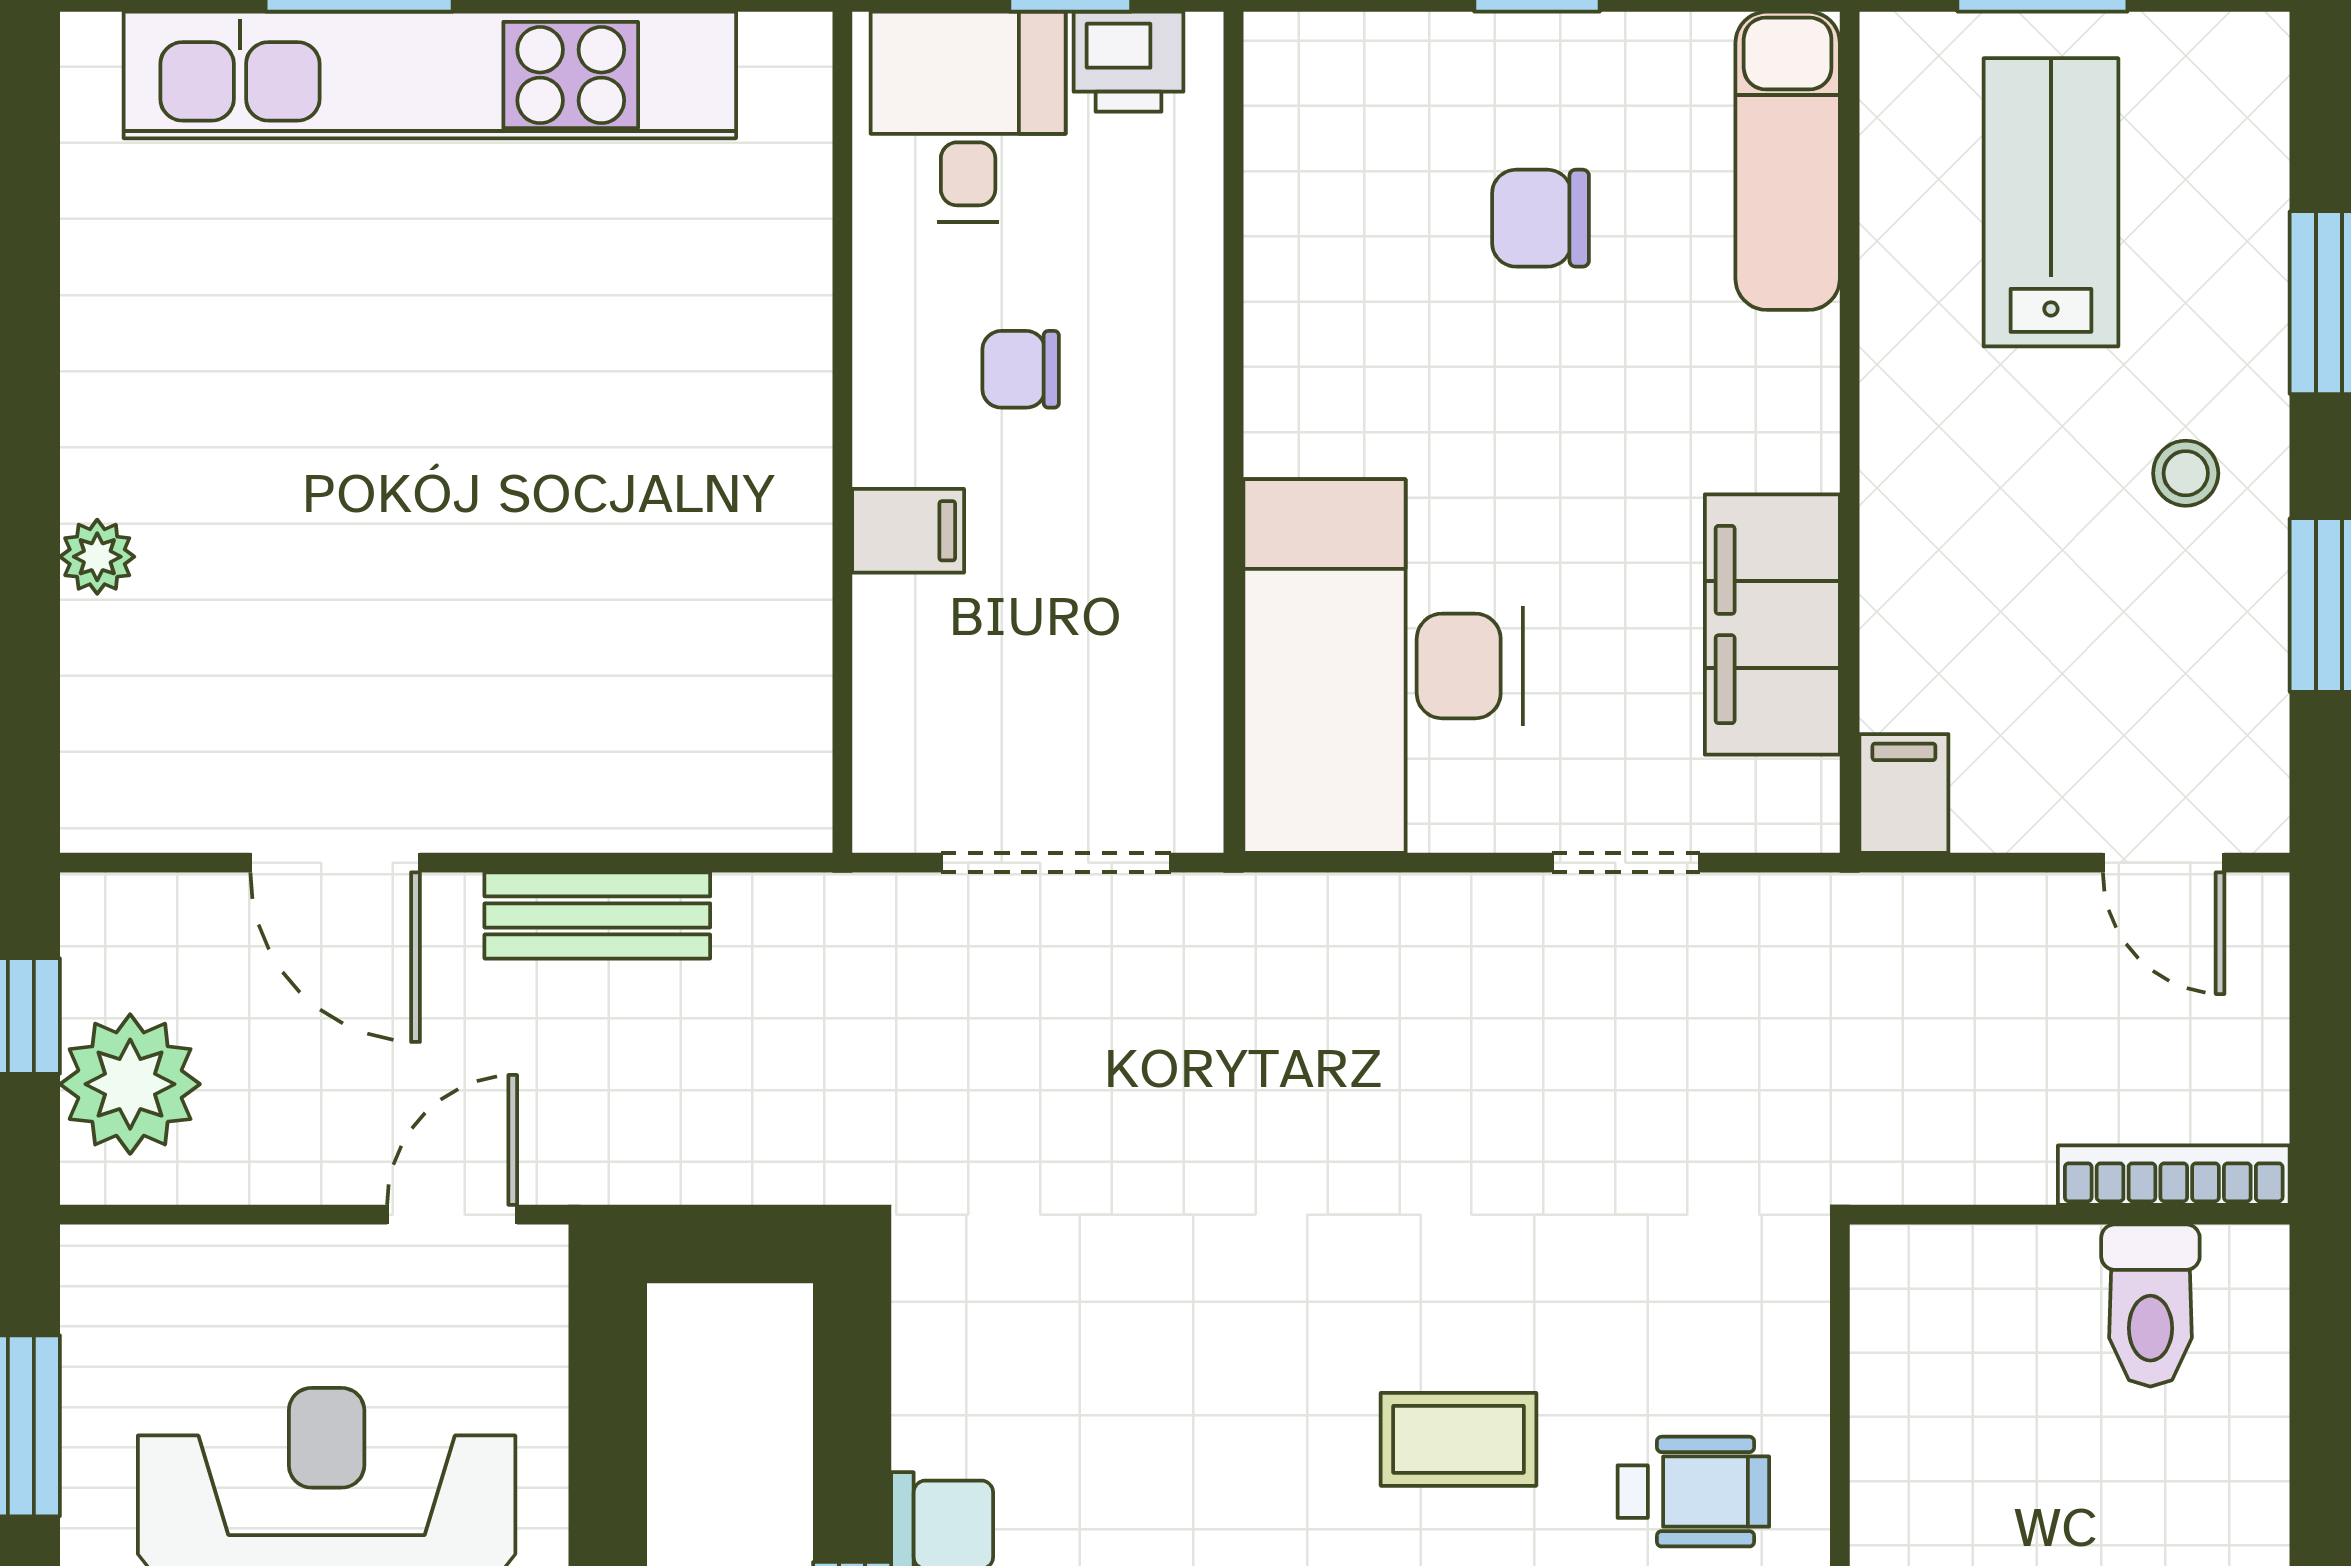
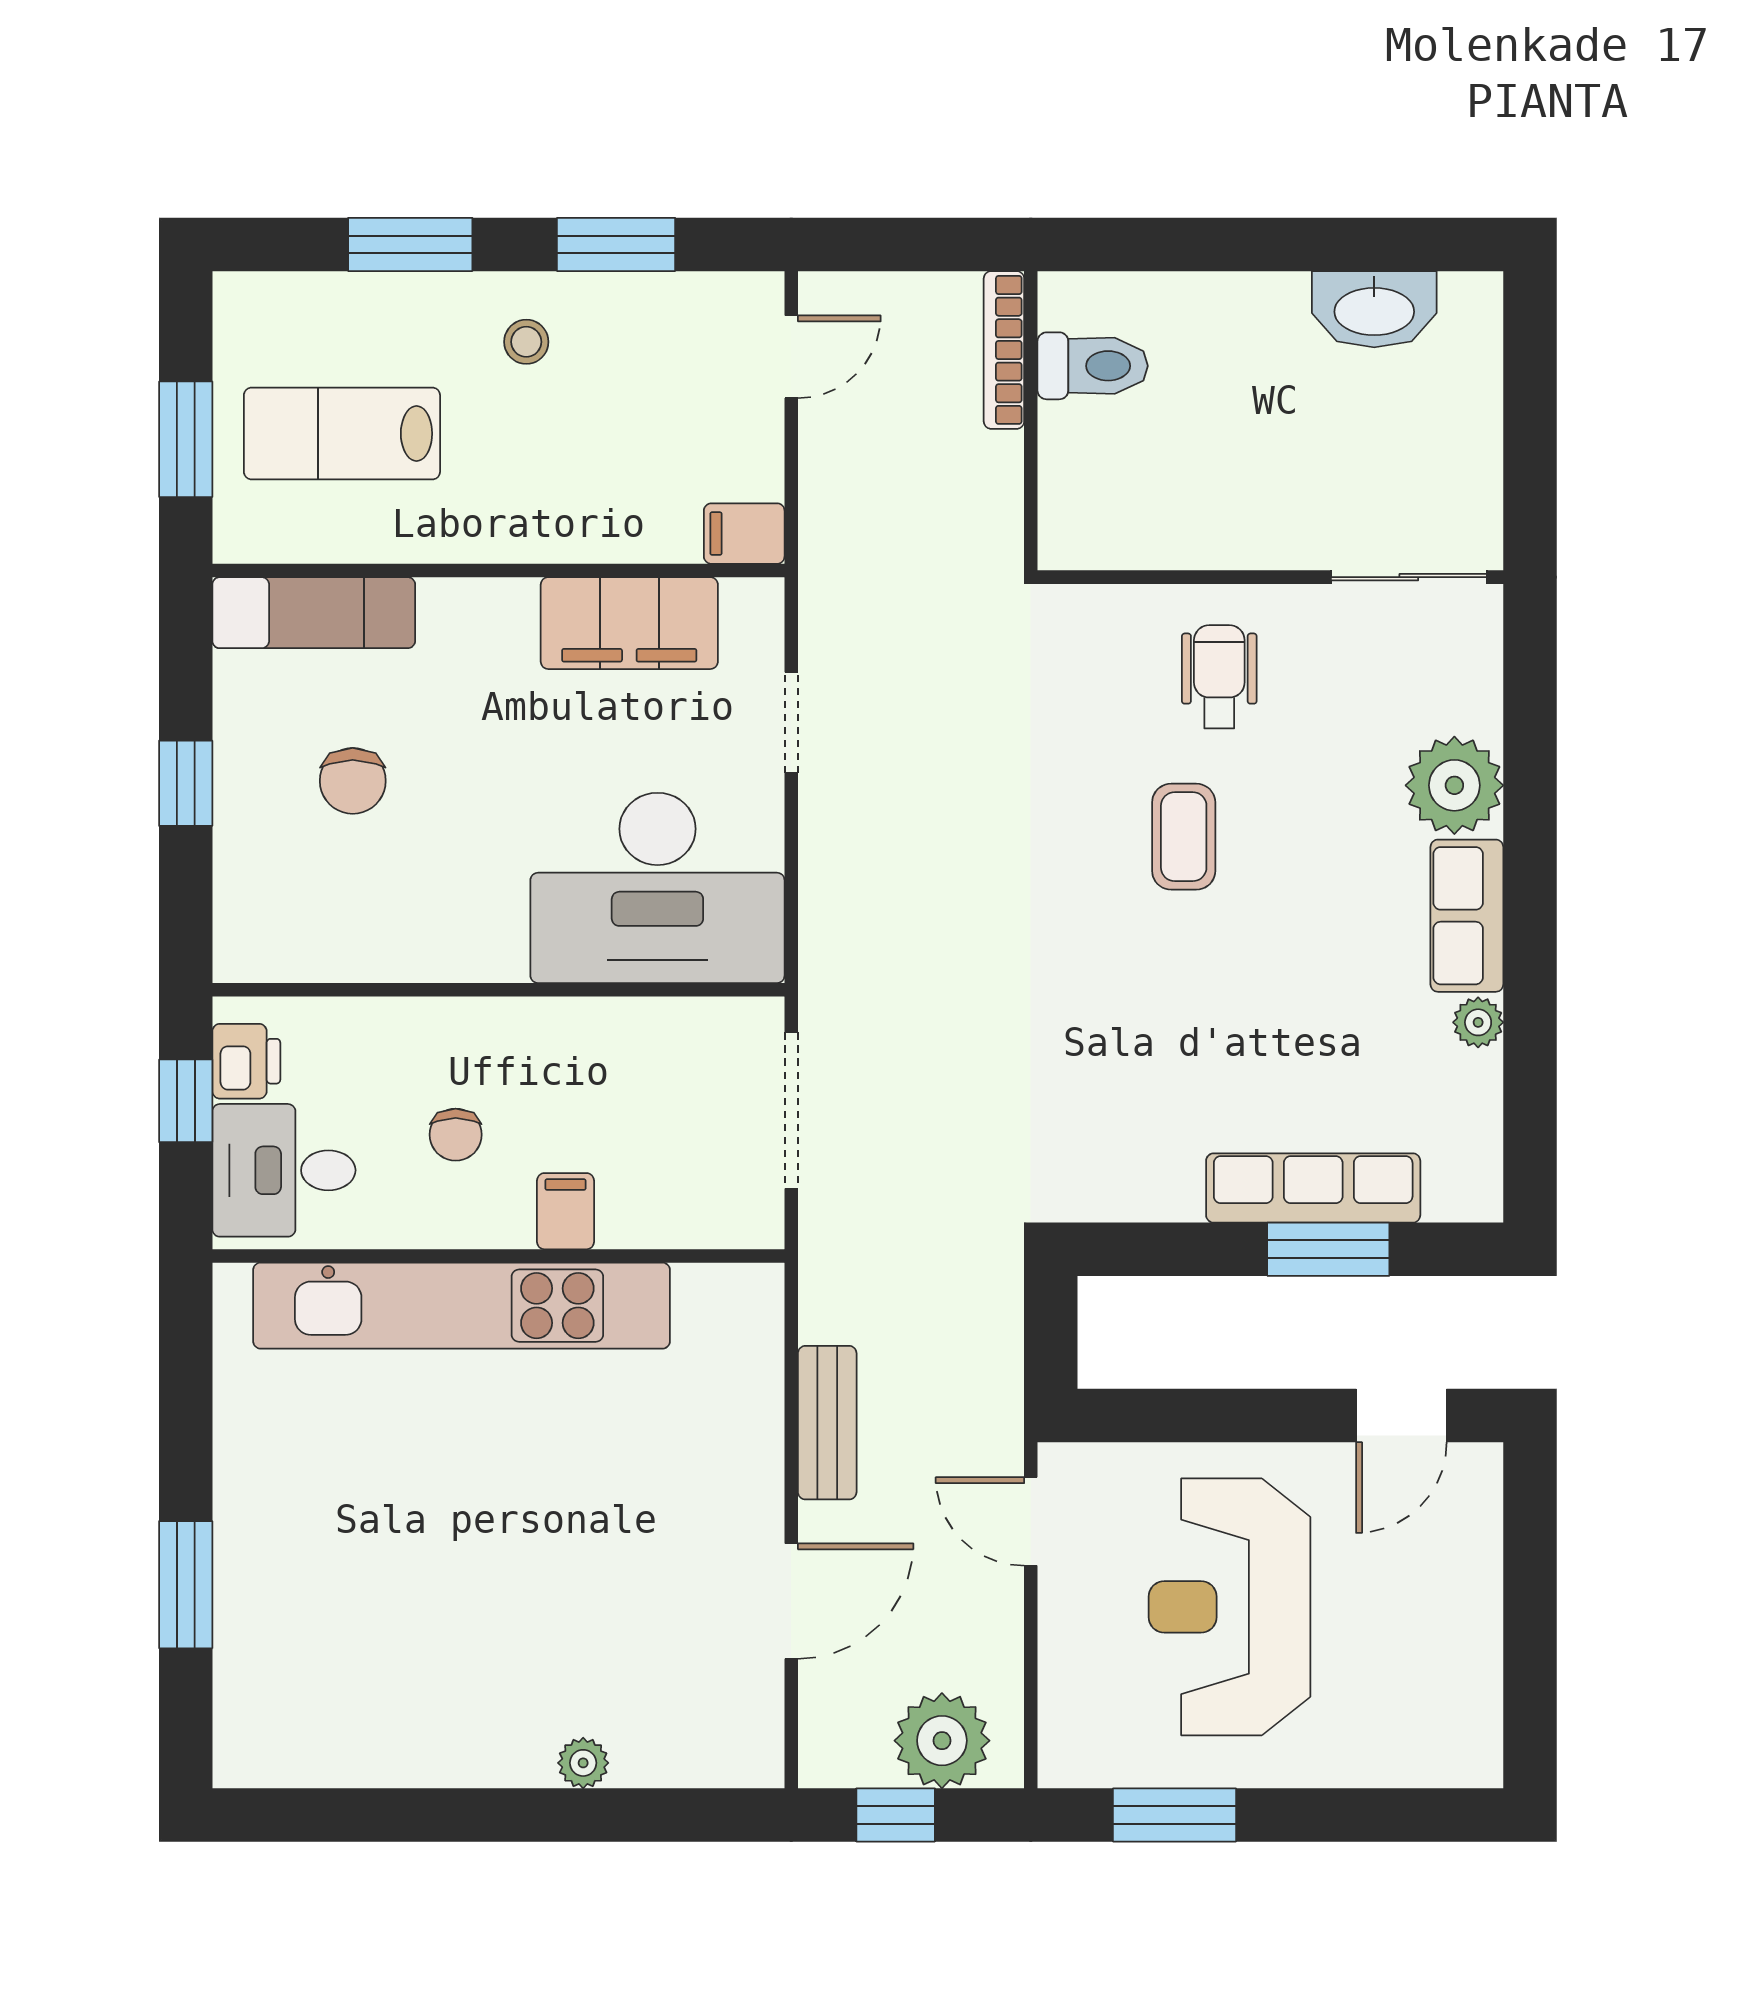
kitchen unit: (430, 75) -> (462, 1306), moved, turned 90

